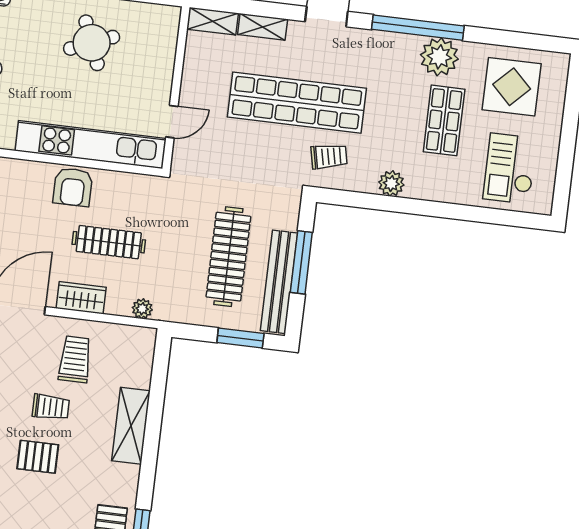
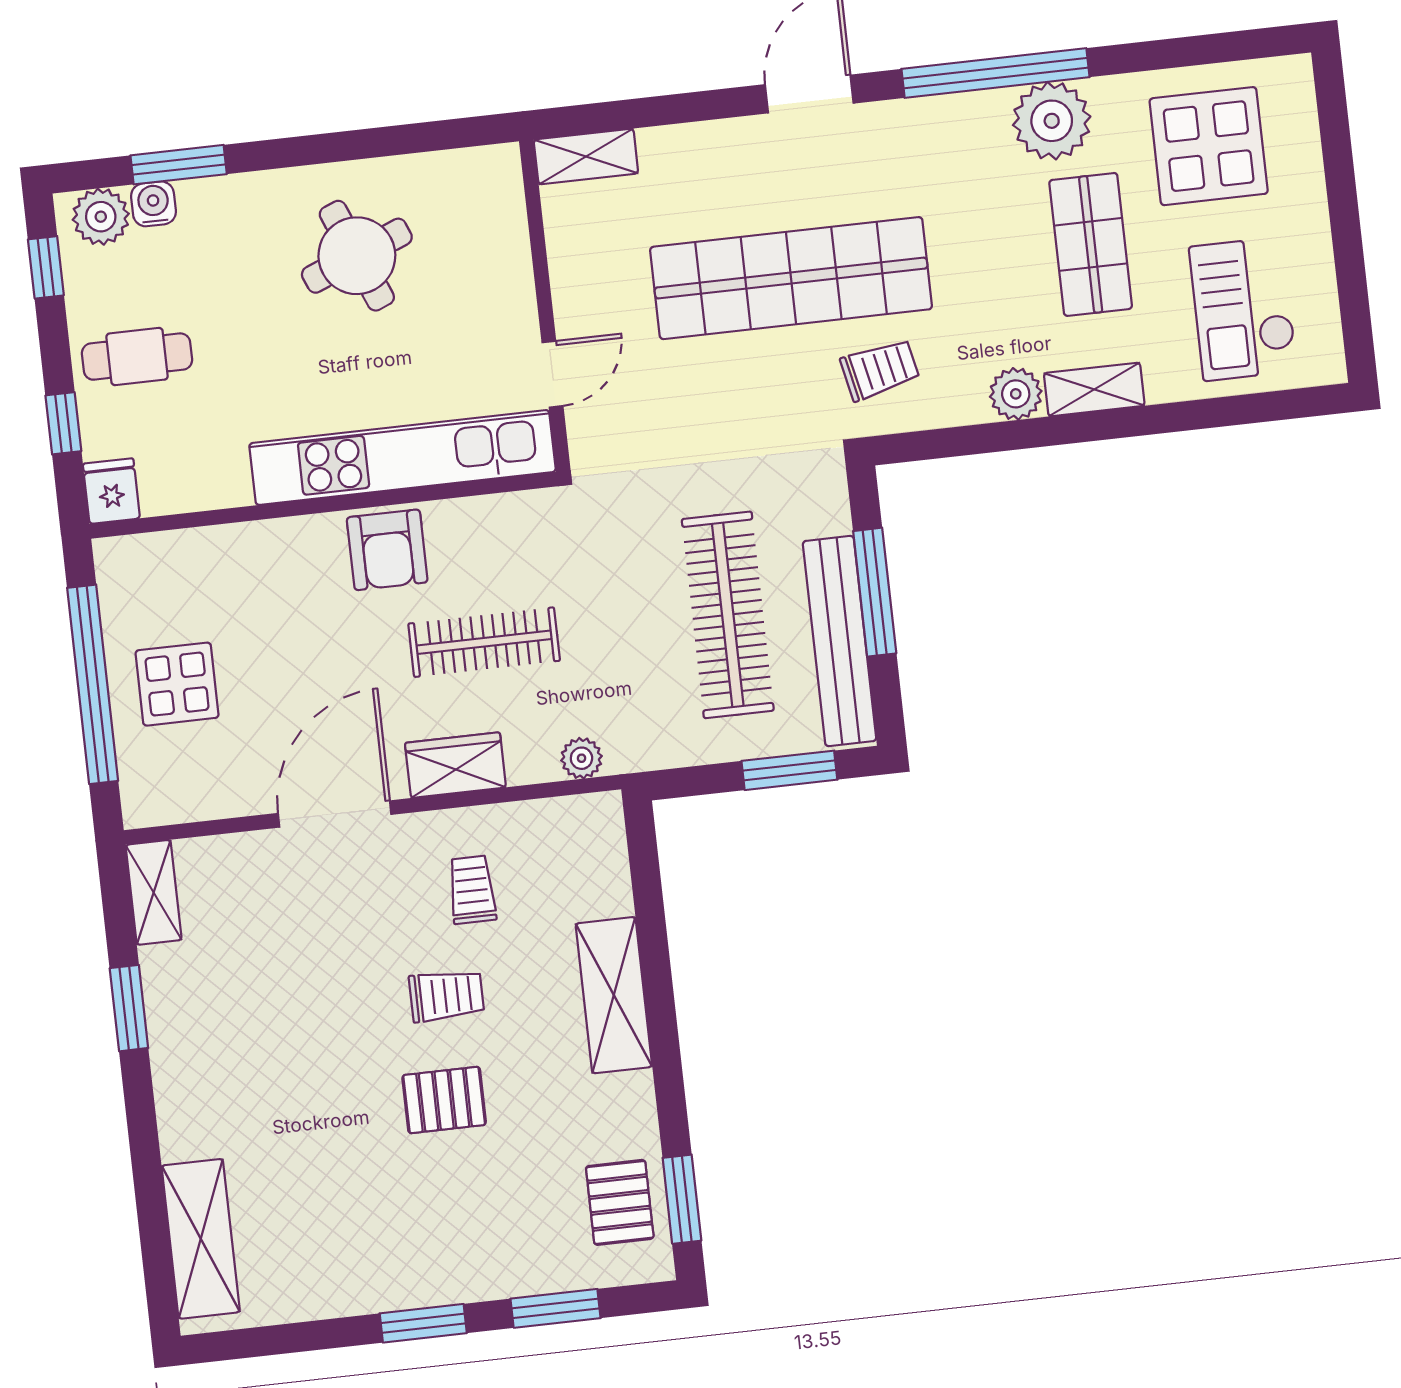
shelving: (263, 27) -> (1094, 389), moved
trolley: (75, 359) -> (472, 890), width x0.73, depth x0.72

